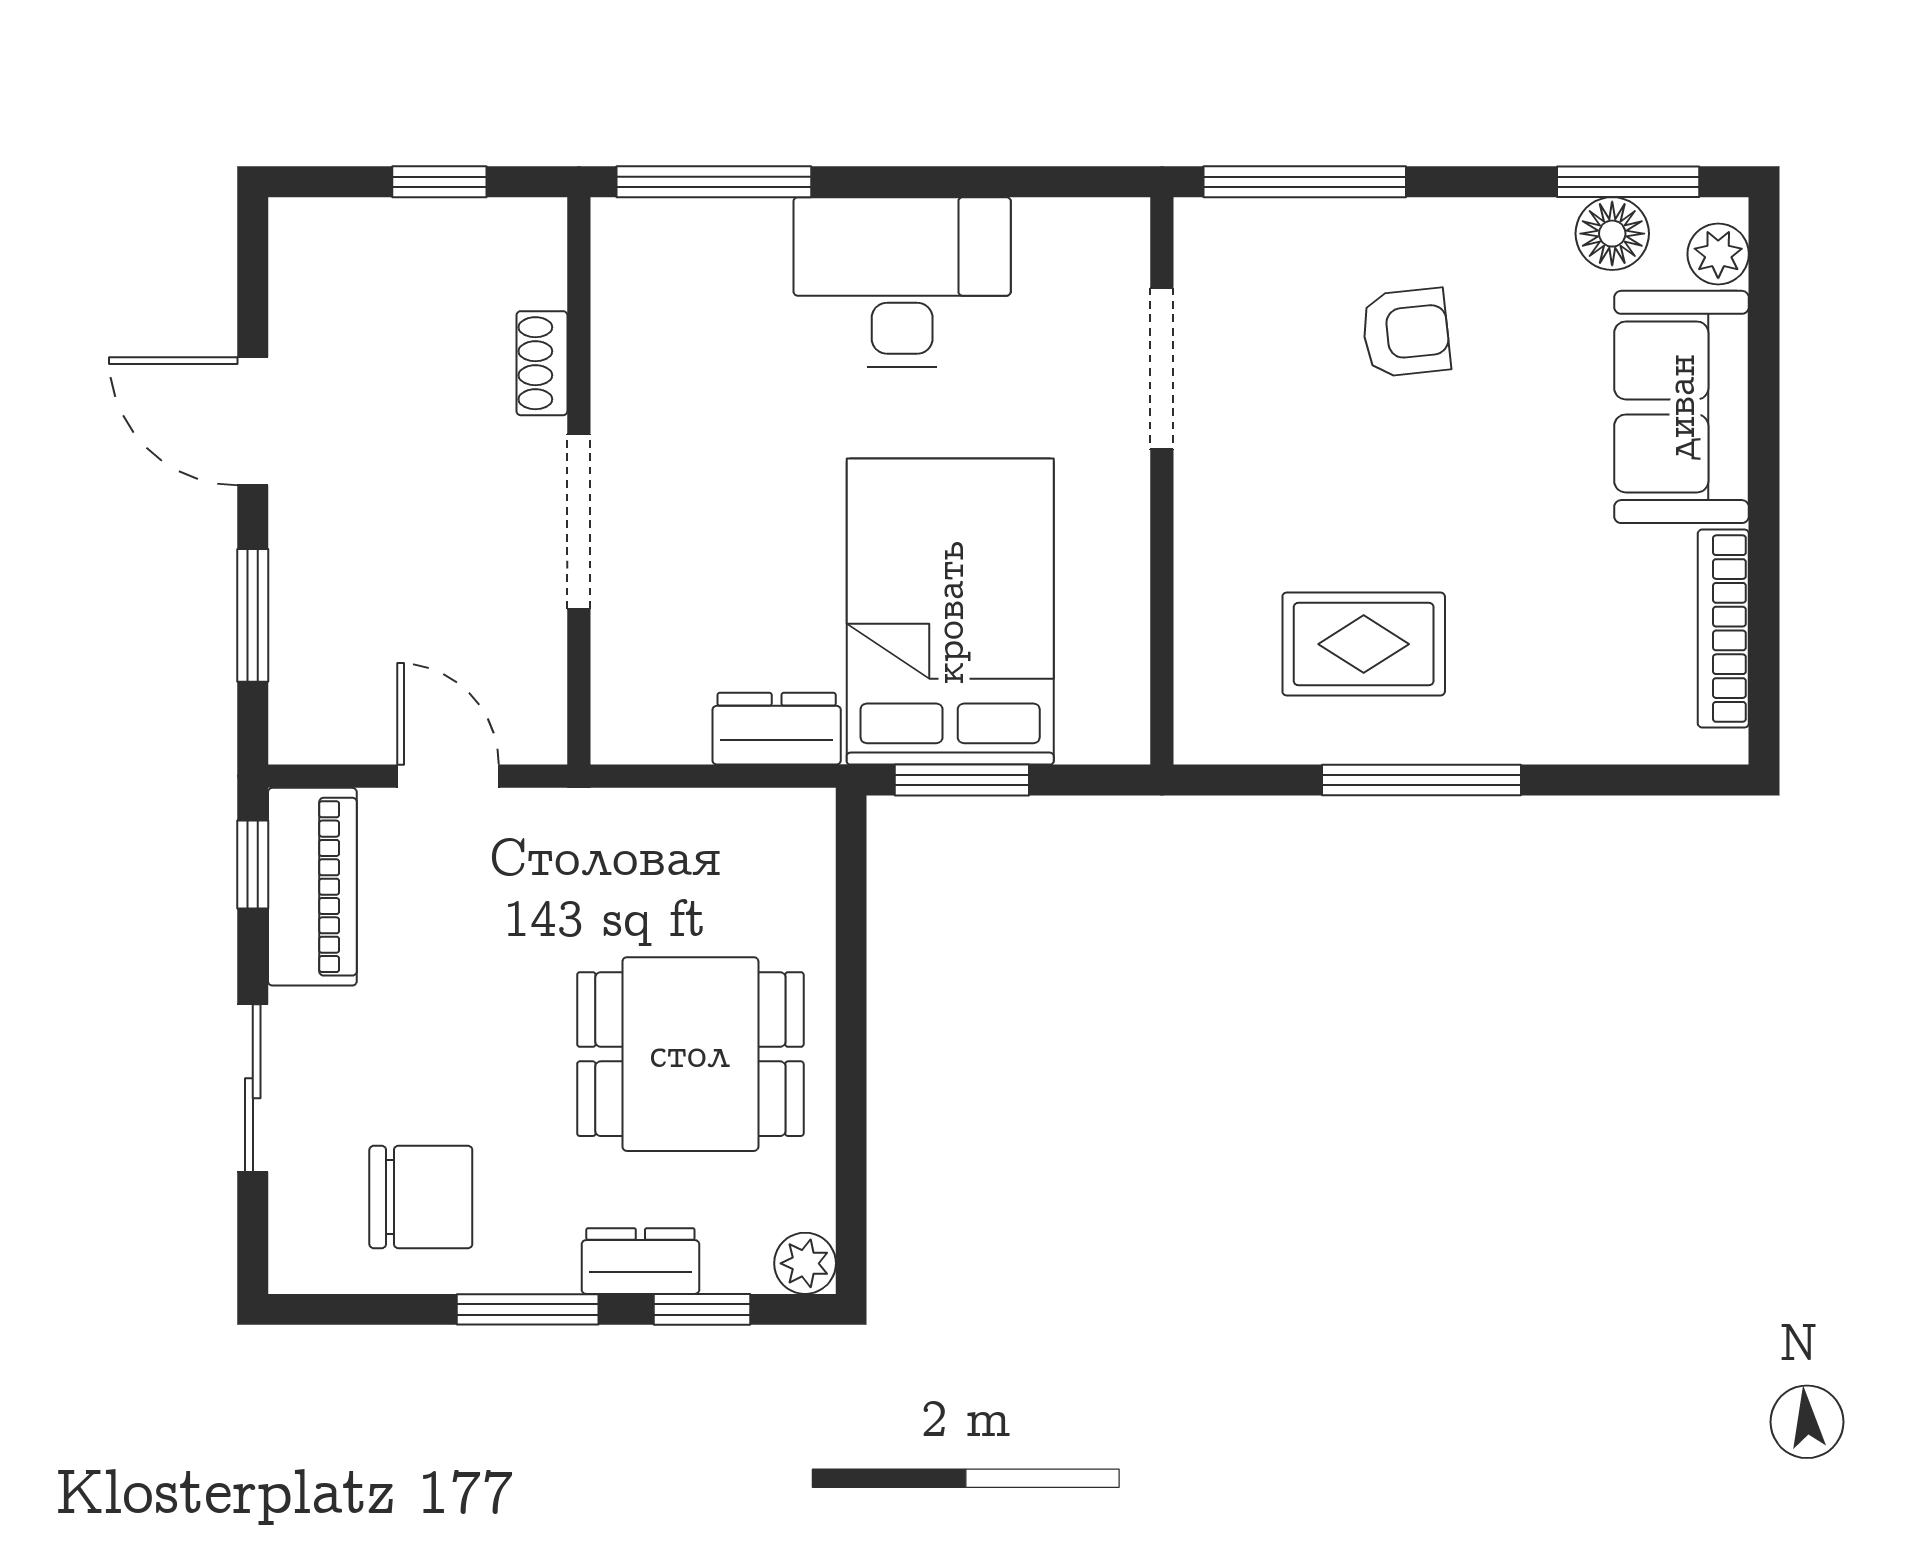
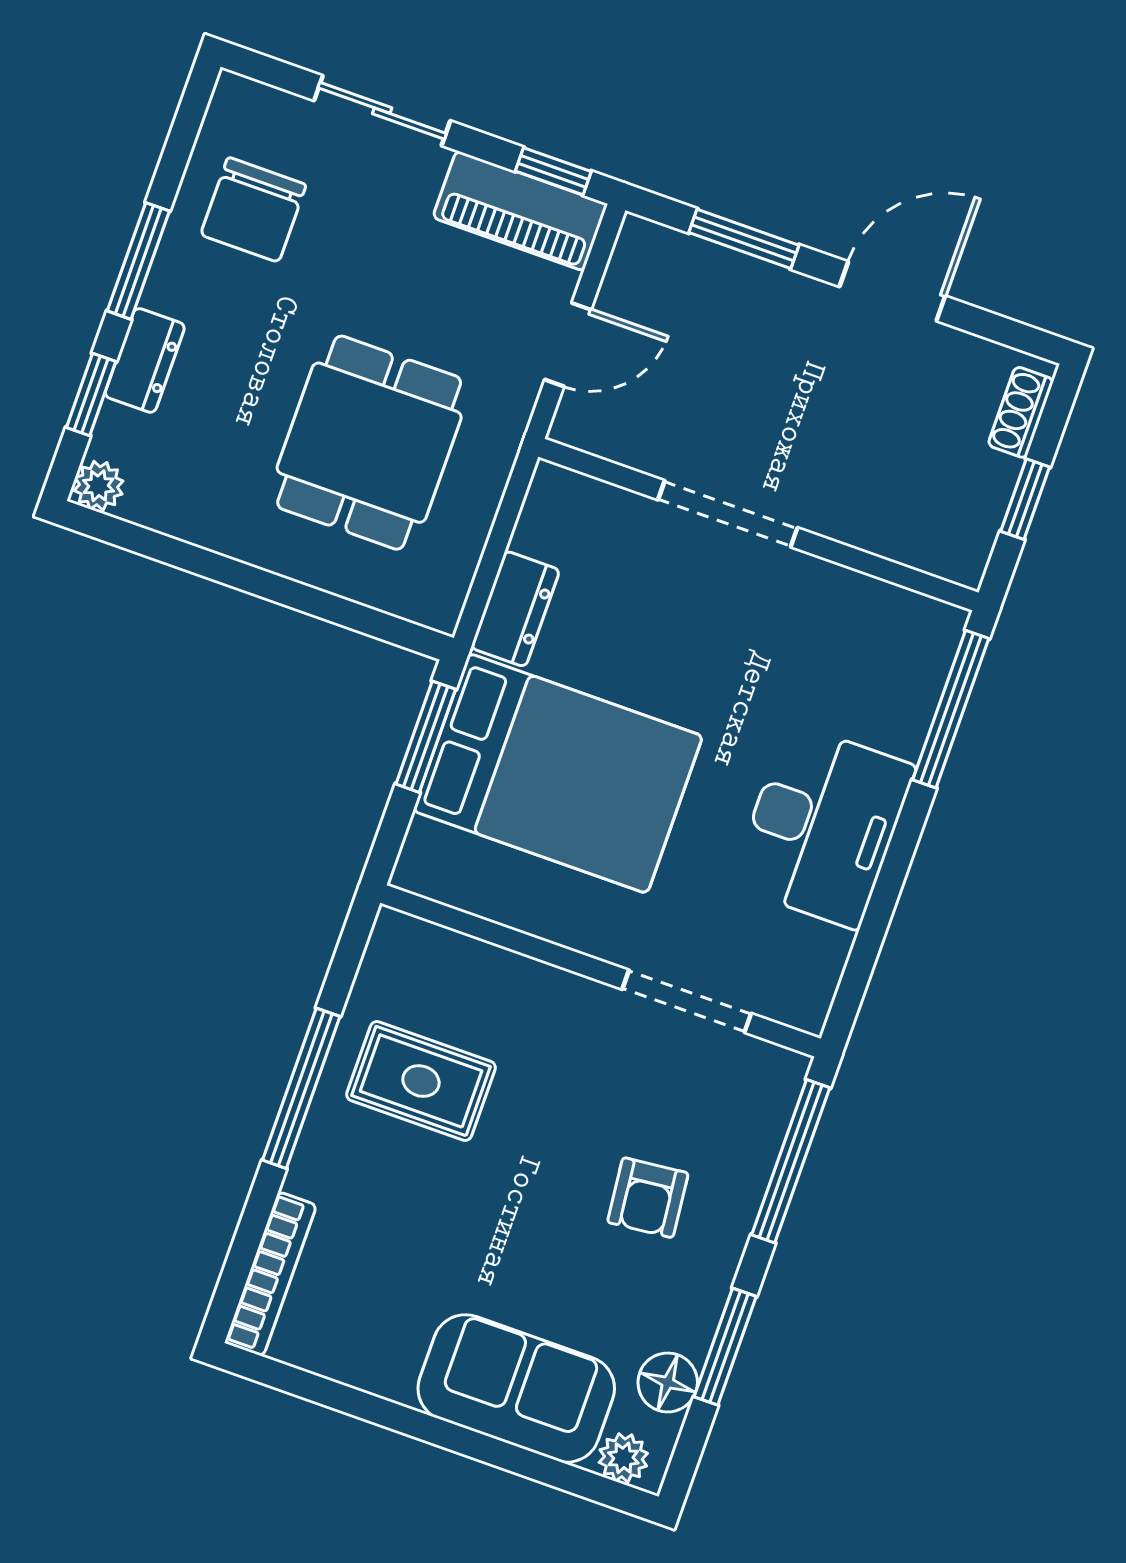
window: (1628, 182) -> (725, 1347), moved
shoe rack: (542, 363) -> (1021, 412), moved, turned -90
bookcase: (1723, 629) -> (271, 1274), moved, turned 90
rug: (1364, 644) -> (421, 1081), turned 90
dining table: (690, 1054) -> (369, 443), moved

